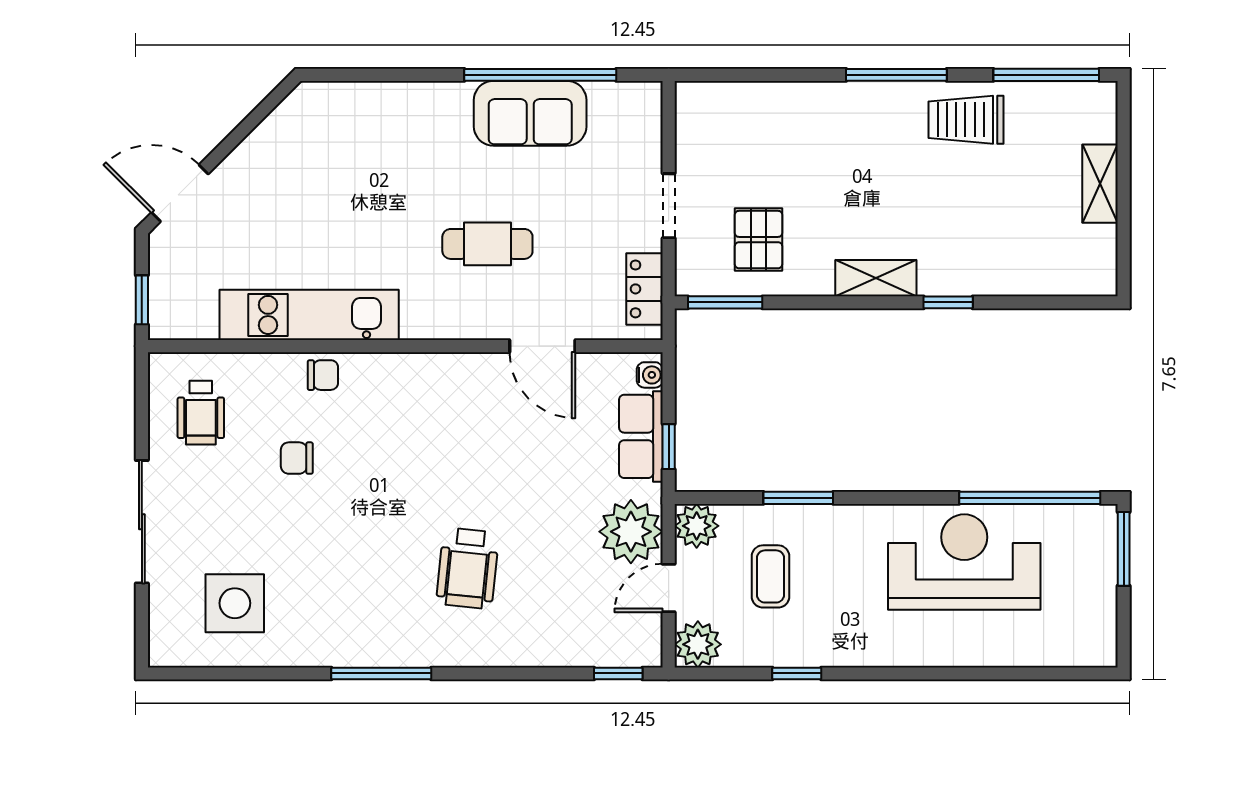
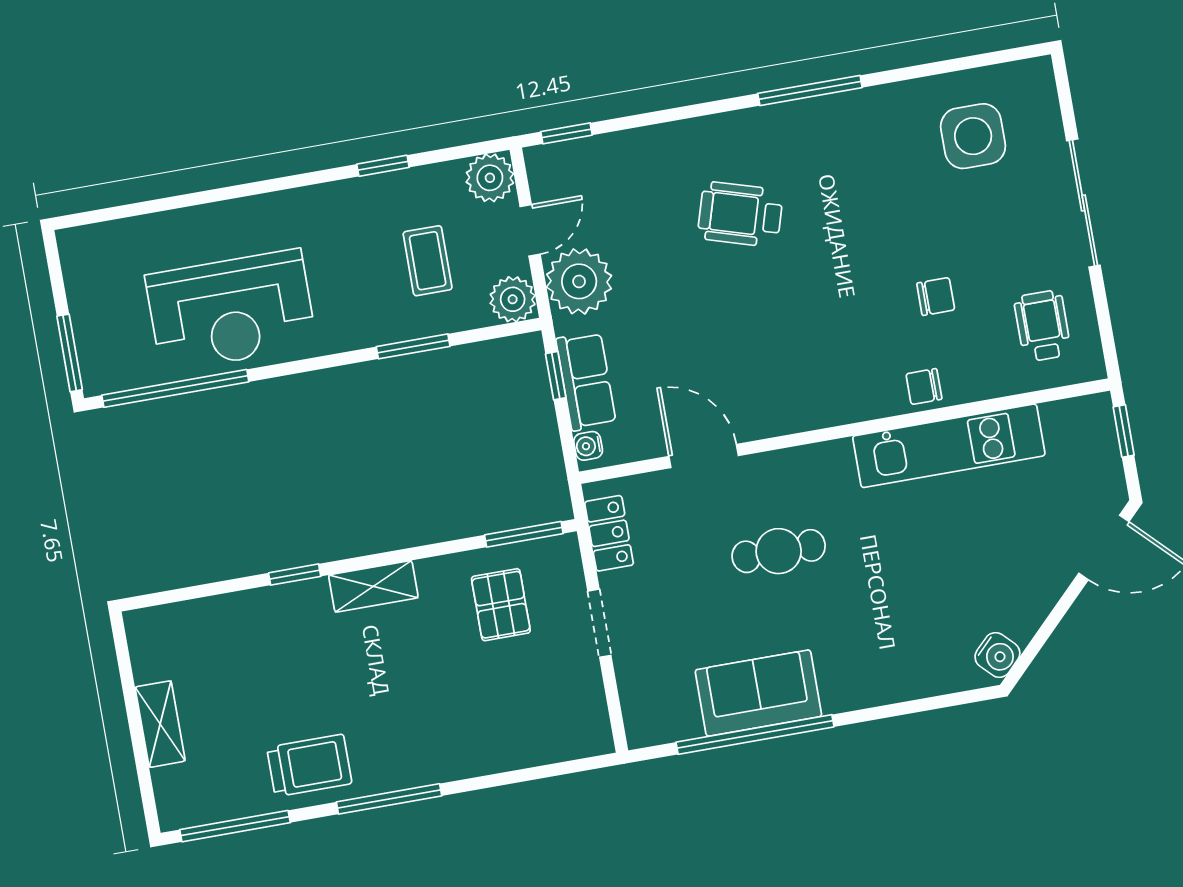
water cooler: (298, 109) -> (997, 655), added
wheelchair: (468, 568) -> (740, 214), turned -79

